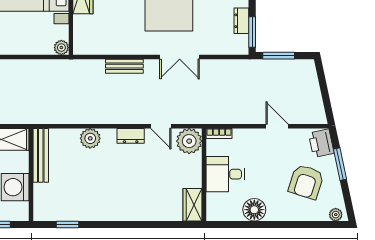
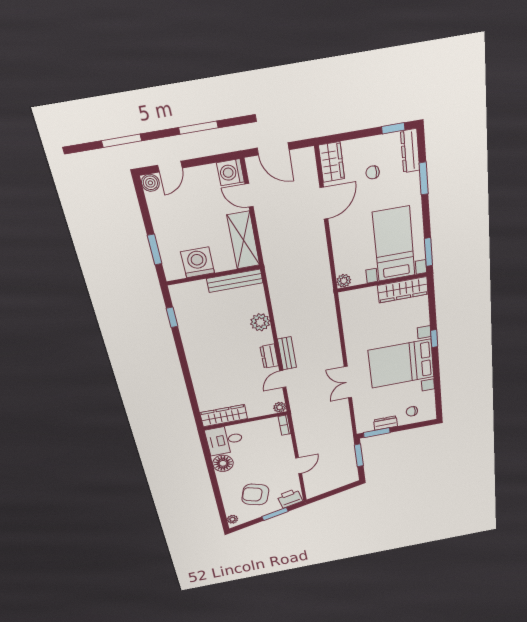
bench: (124, 66) -> (287, 353), moved
plant: (189, 141) -> (280, 407), width x0.53, depth x0.53
desk: (225, 174) -> (225, 440), moved, turned -90
wardrobe: (193, 205) -> (224, 416), width x1.50

